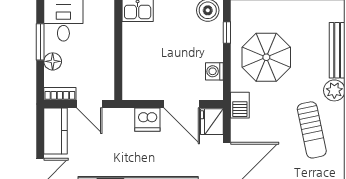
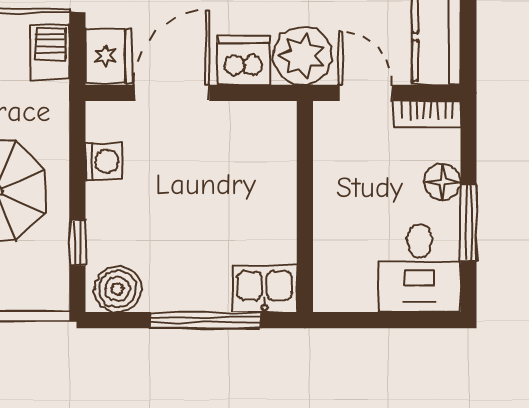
door: (182, 104) -> (172, 93), hinge flipped
barbecue: (240, 105) -> (50, 52), moved
plant: (119, 122) -> (303, 56), added

